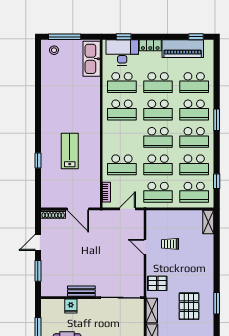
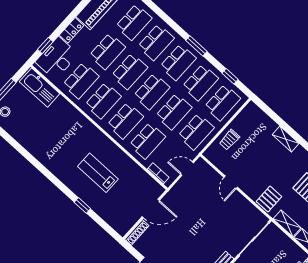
window: (217, 120) -> (196, 46), moved
school desk: (122, 137) -> (125, 121), added
door: (127, 209) -> (187, 169), hinge flipped
shelving: (208, 222) -> (286, 139), moved
trolley: (170, 244) -> (229, 140), moved
door: (145, 247) -> (231, 182), hinge flipped

